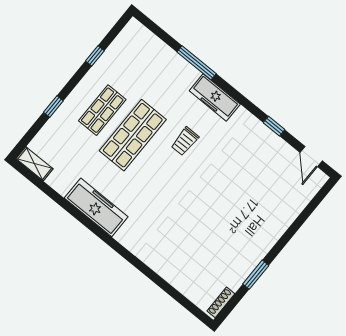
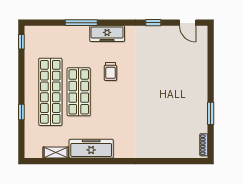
window: (95, 56) -> (21, 42), moved
shop shelf: (102, 110) -> (50, 92), width x2.00, depth x1.36
shelving: (35, 164) -> (56, 152), moved

